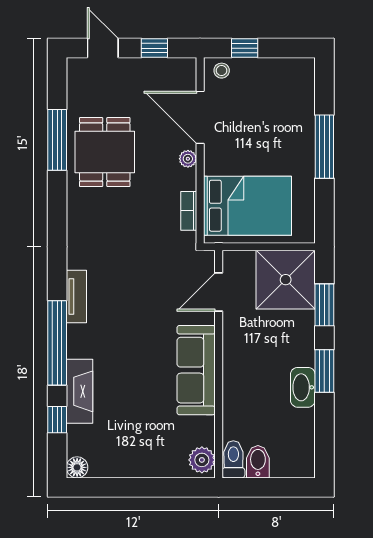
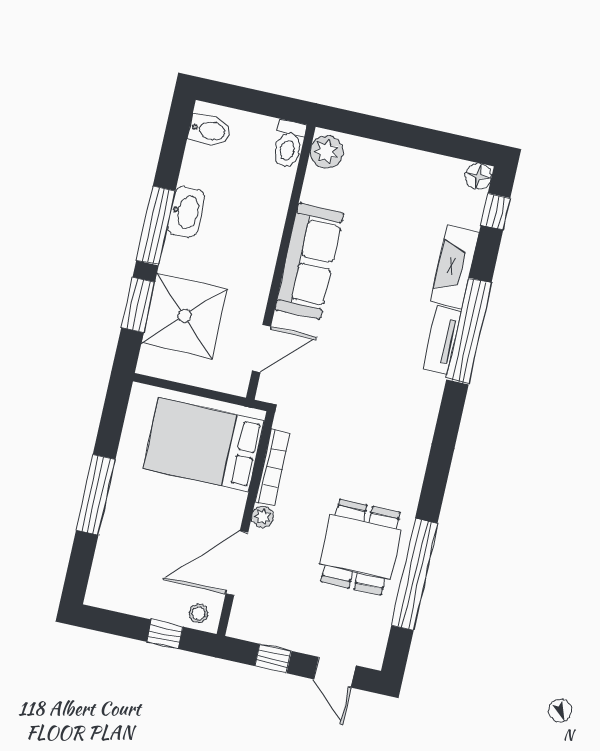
door: (200, 117) -> (237, 563), swing flipped
window: (57, 140) -> (414, 574), width x1.46
bookcase: (189, 211) -> (273, 467), width x1.56
shower: (286, 280) -> (184, 316), moved
tv unit: (76, 297) -> (442, 340), moved
window: (324, 371) -> (156, 226), width x1.44
window: (57, 420) -> (495, 212), moved
bidet: (258, 462) -> (209, 130), moved, turned -90

